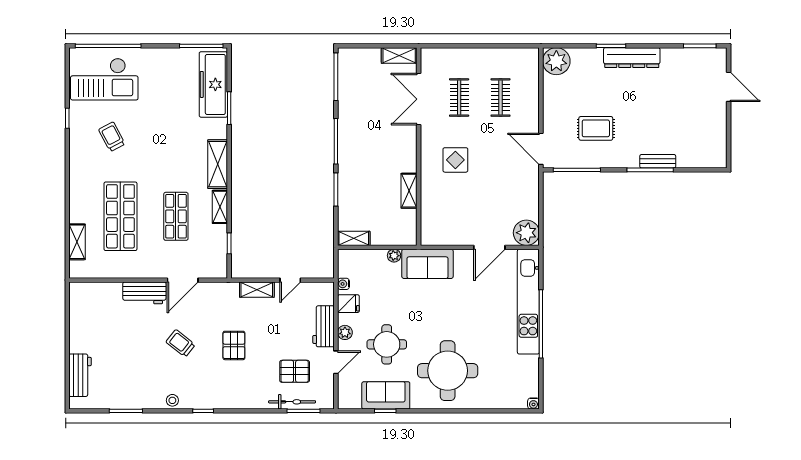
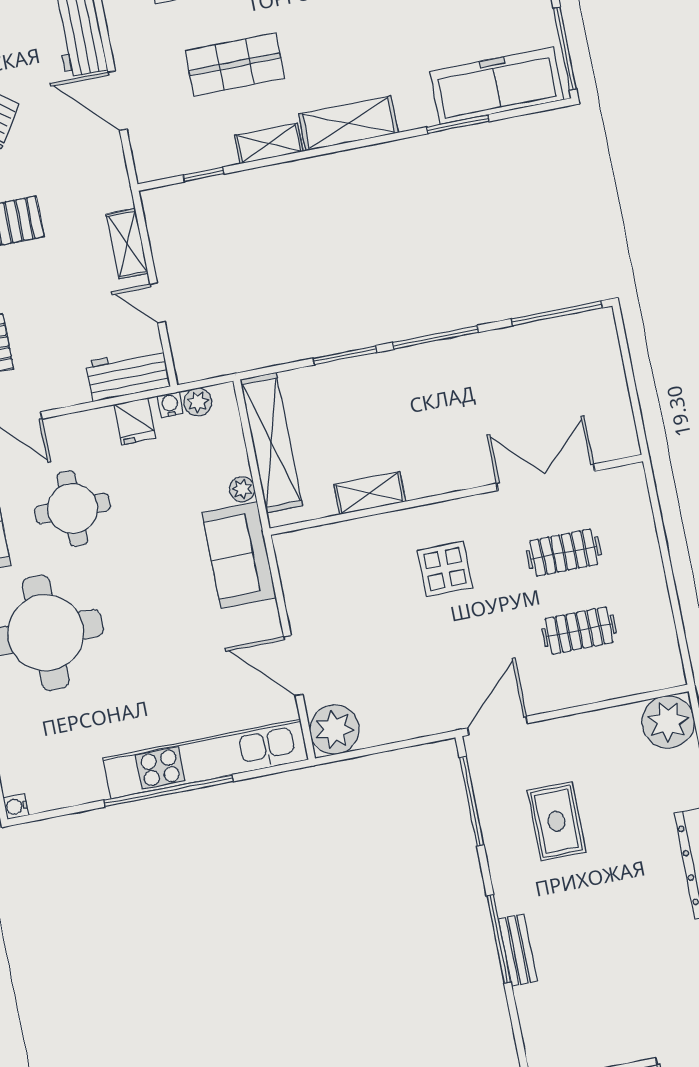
shelving: (399, 56) -> (620, 424), removed
shelving: (354, 238) -> (271, 443), width x2.20, depth x1.33
workbench: (324, 326) -> (128, 374), moved
plant: (345, 332) -> (198, 402), moved

